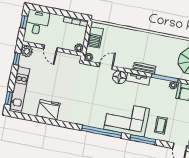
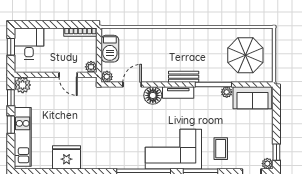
door: (50, 48) -> (68, 75), moved
window: (9, 98) -> (11, 125), moved

